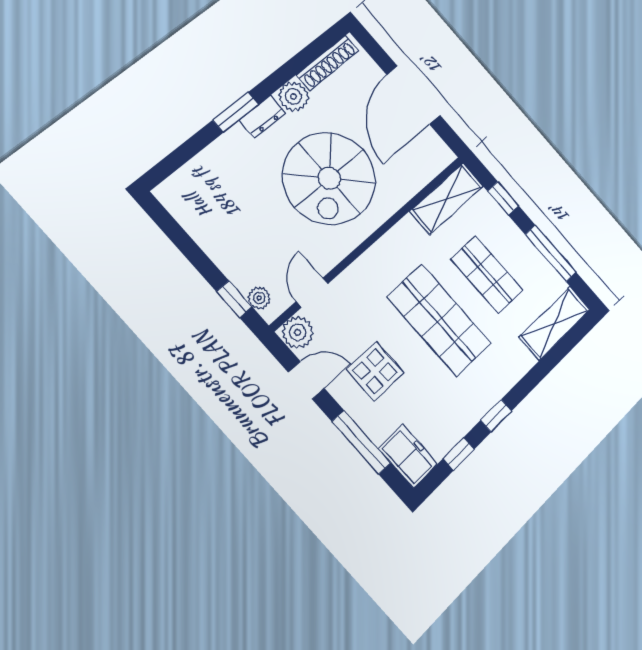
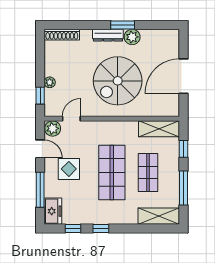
shoe rack: (328, 63) -> (62, 35), moved
window: (236, 112) -> (123, 25), moved
dresser: (263, 116) -> (108, 35), width x1.44
plant: (259, 298) -> (50, 82), moved

